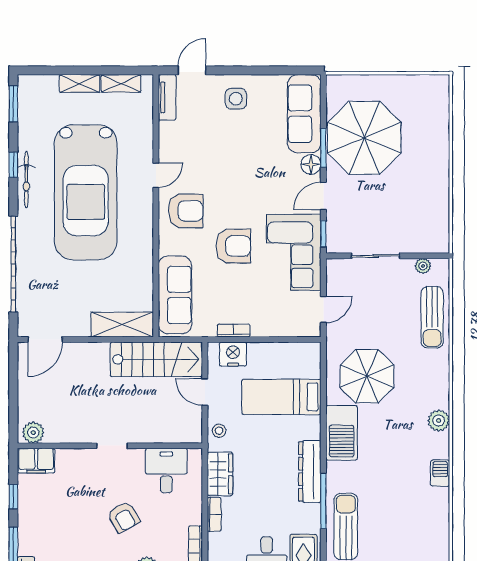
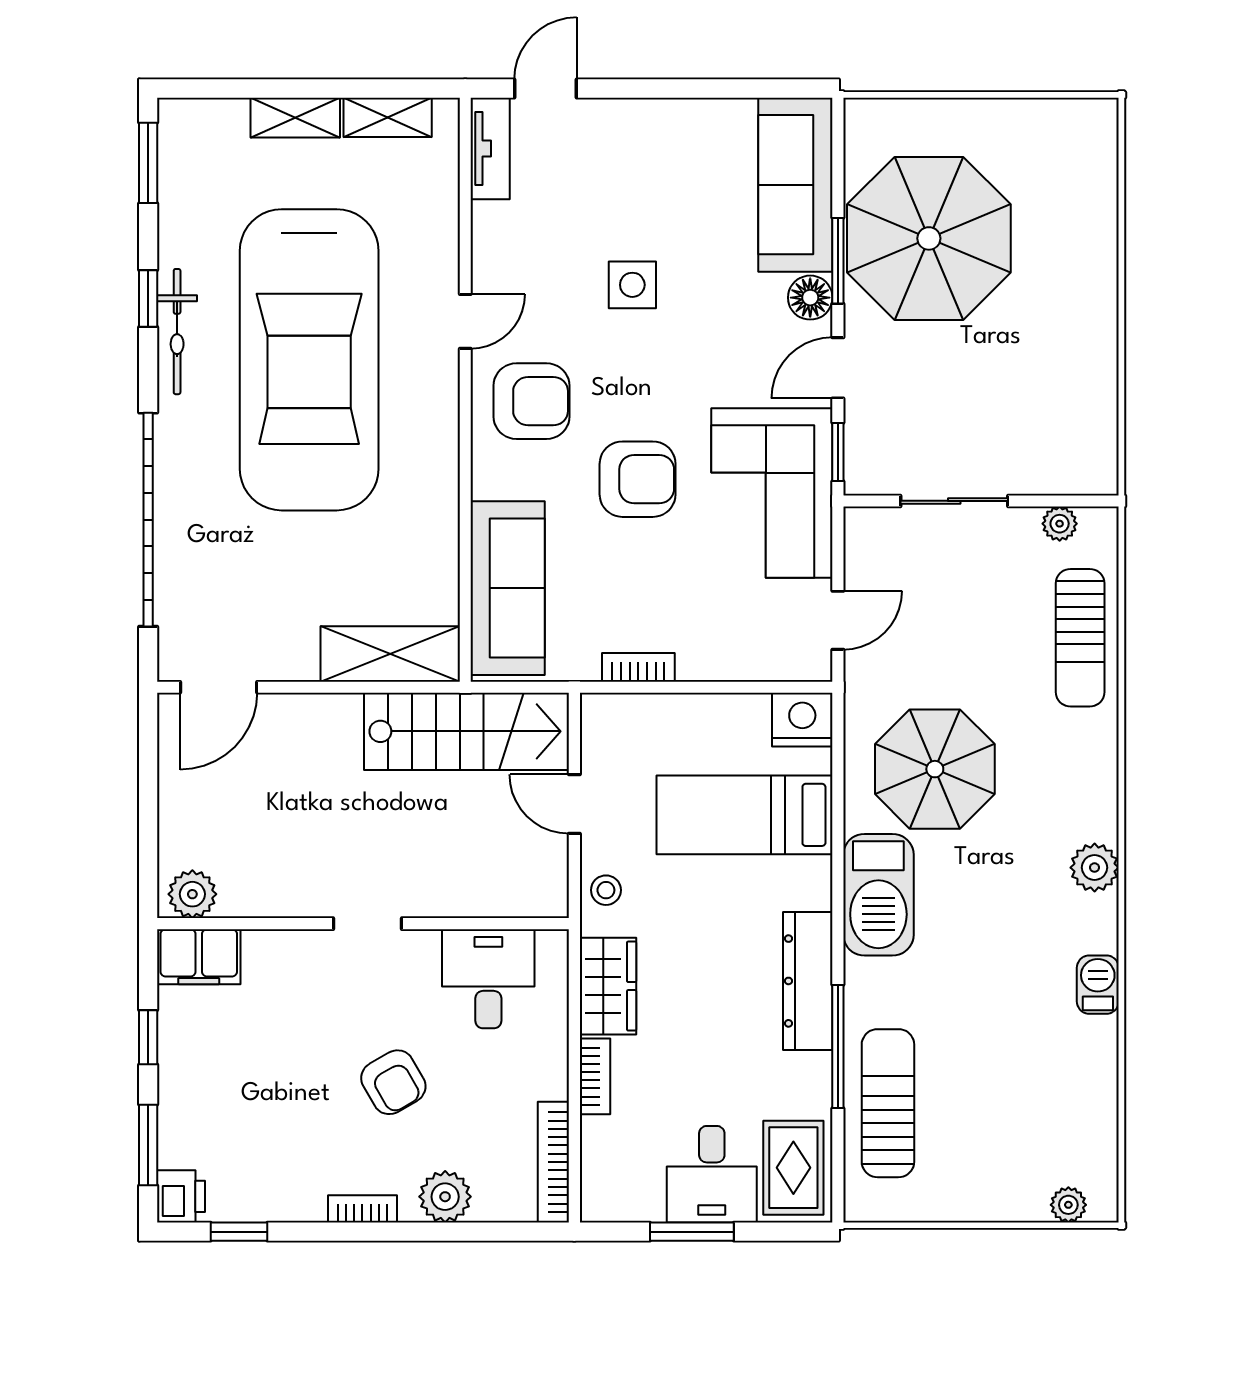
side table: (236, 99) -> (632, 285), moved
nightstand: (233, 354) -> (802, 720), moved

